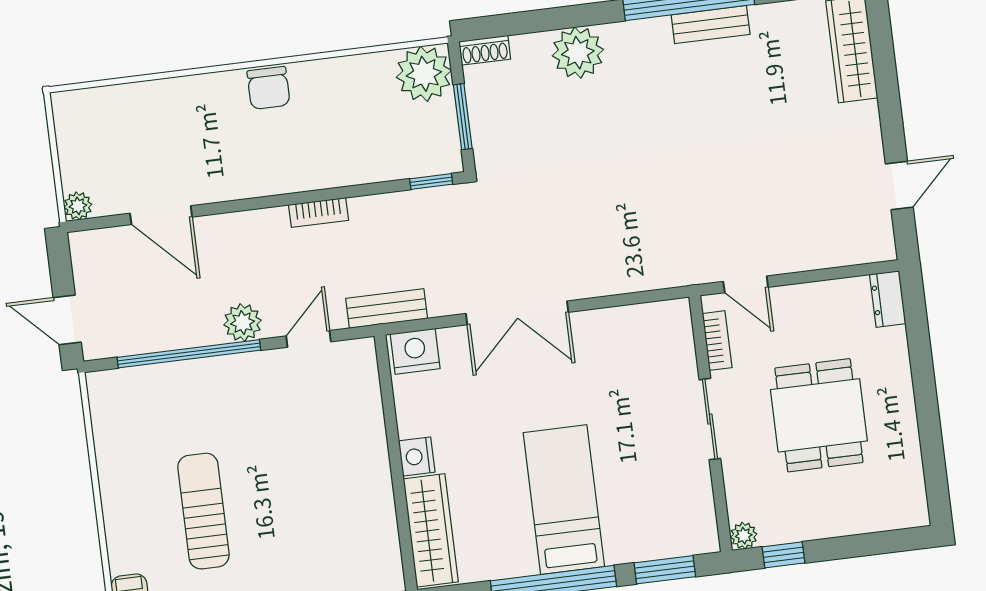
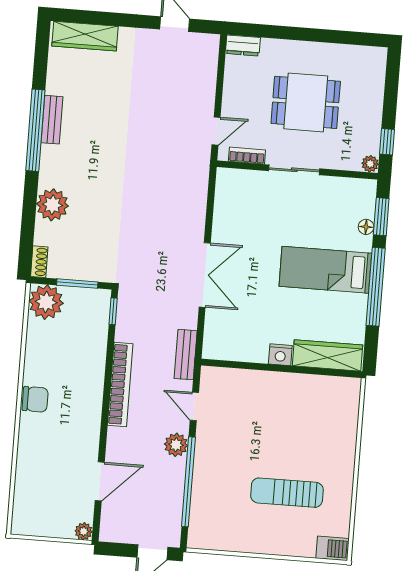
bookcase: (319, 212) -> (120, 384), width x2.31, depth x1.31
nightstand: (415, 351) -> (215, 342), removed
floor lamp: (644, 549) -> (366, 227), added

